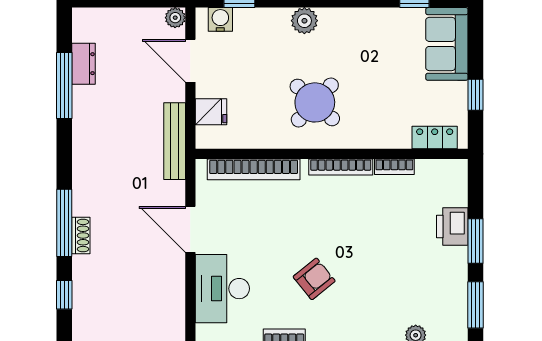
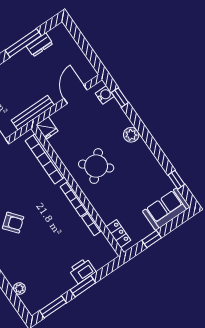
plant: (175, 18) -> (91, 73), removed
fridge: (211, 112) -> (47, 128), moved

